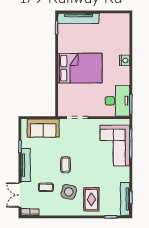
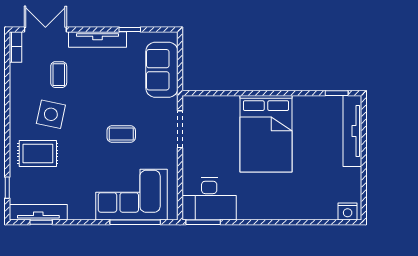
nightstand: (125, 60) -> (348, 211), moved
coffee table: (66, 165) -> (121, 134), moved

